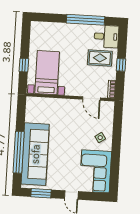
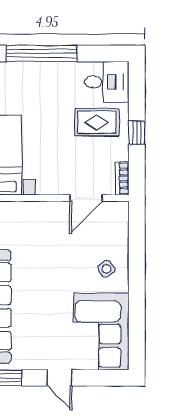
window: (85, 20) -> (42, 53), moved
door: (91, 99) -> (86, 198), hinge flipped

